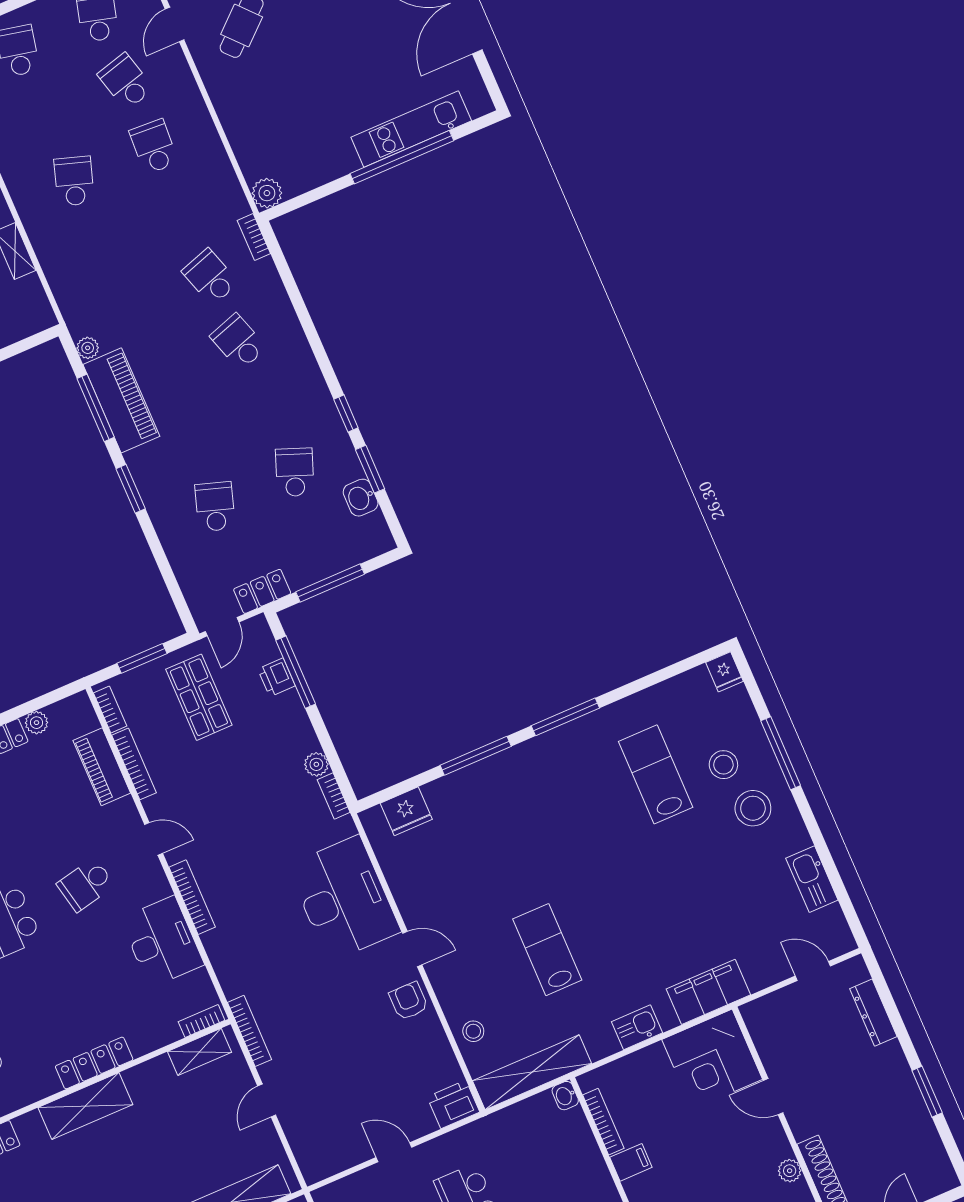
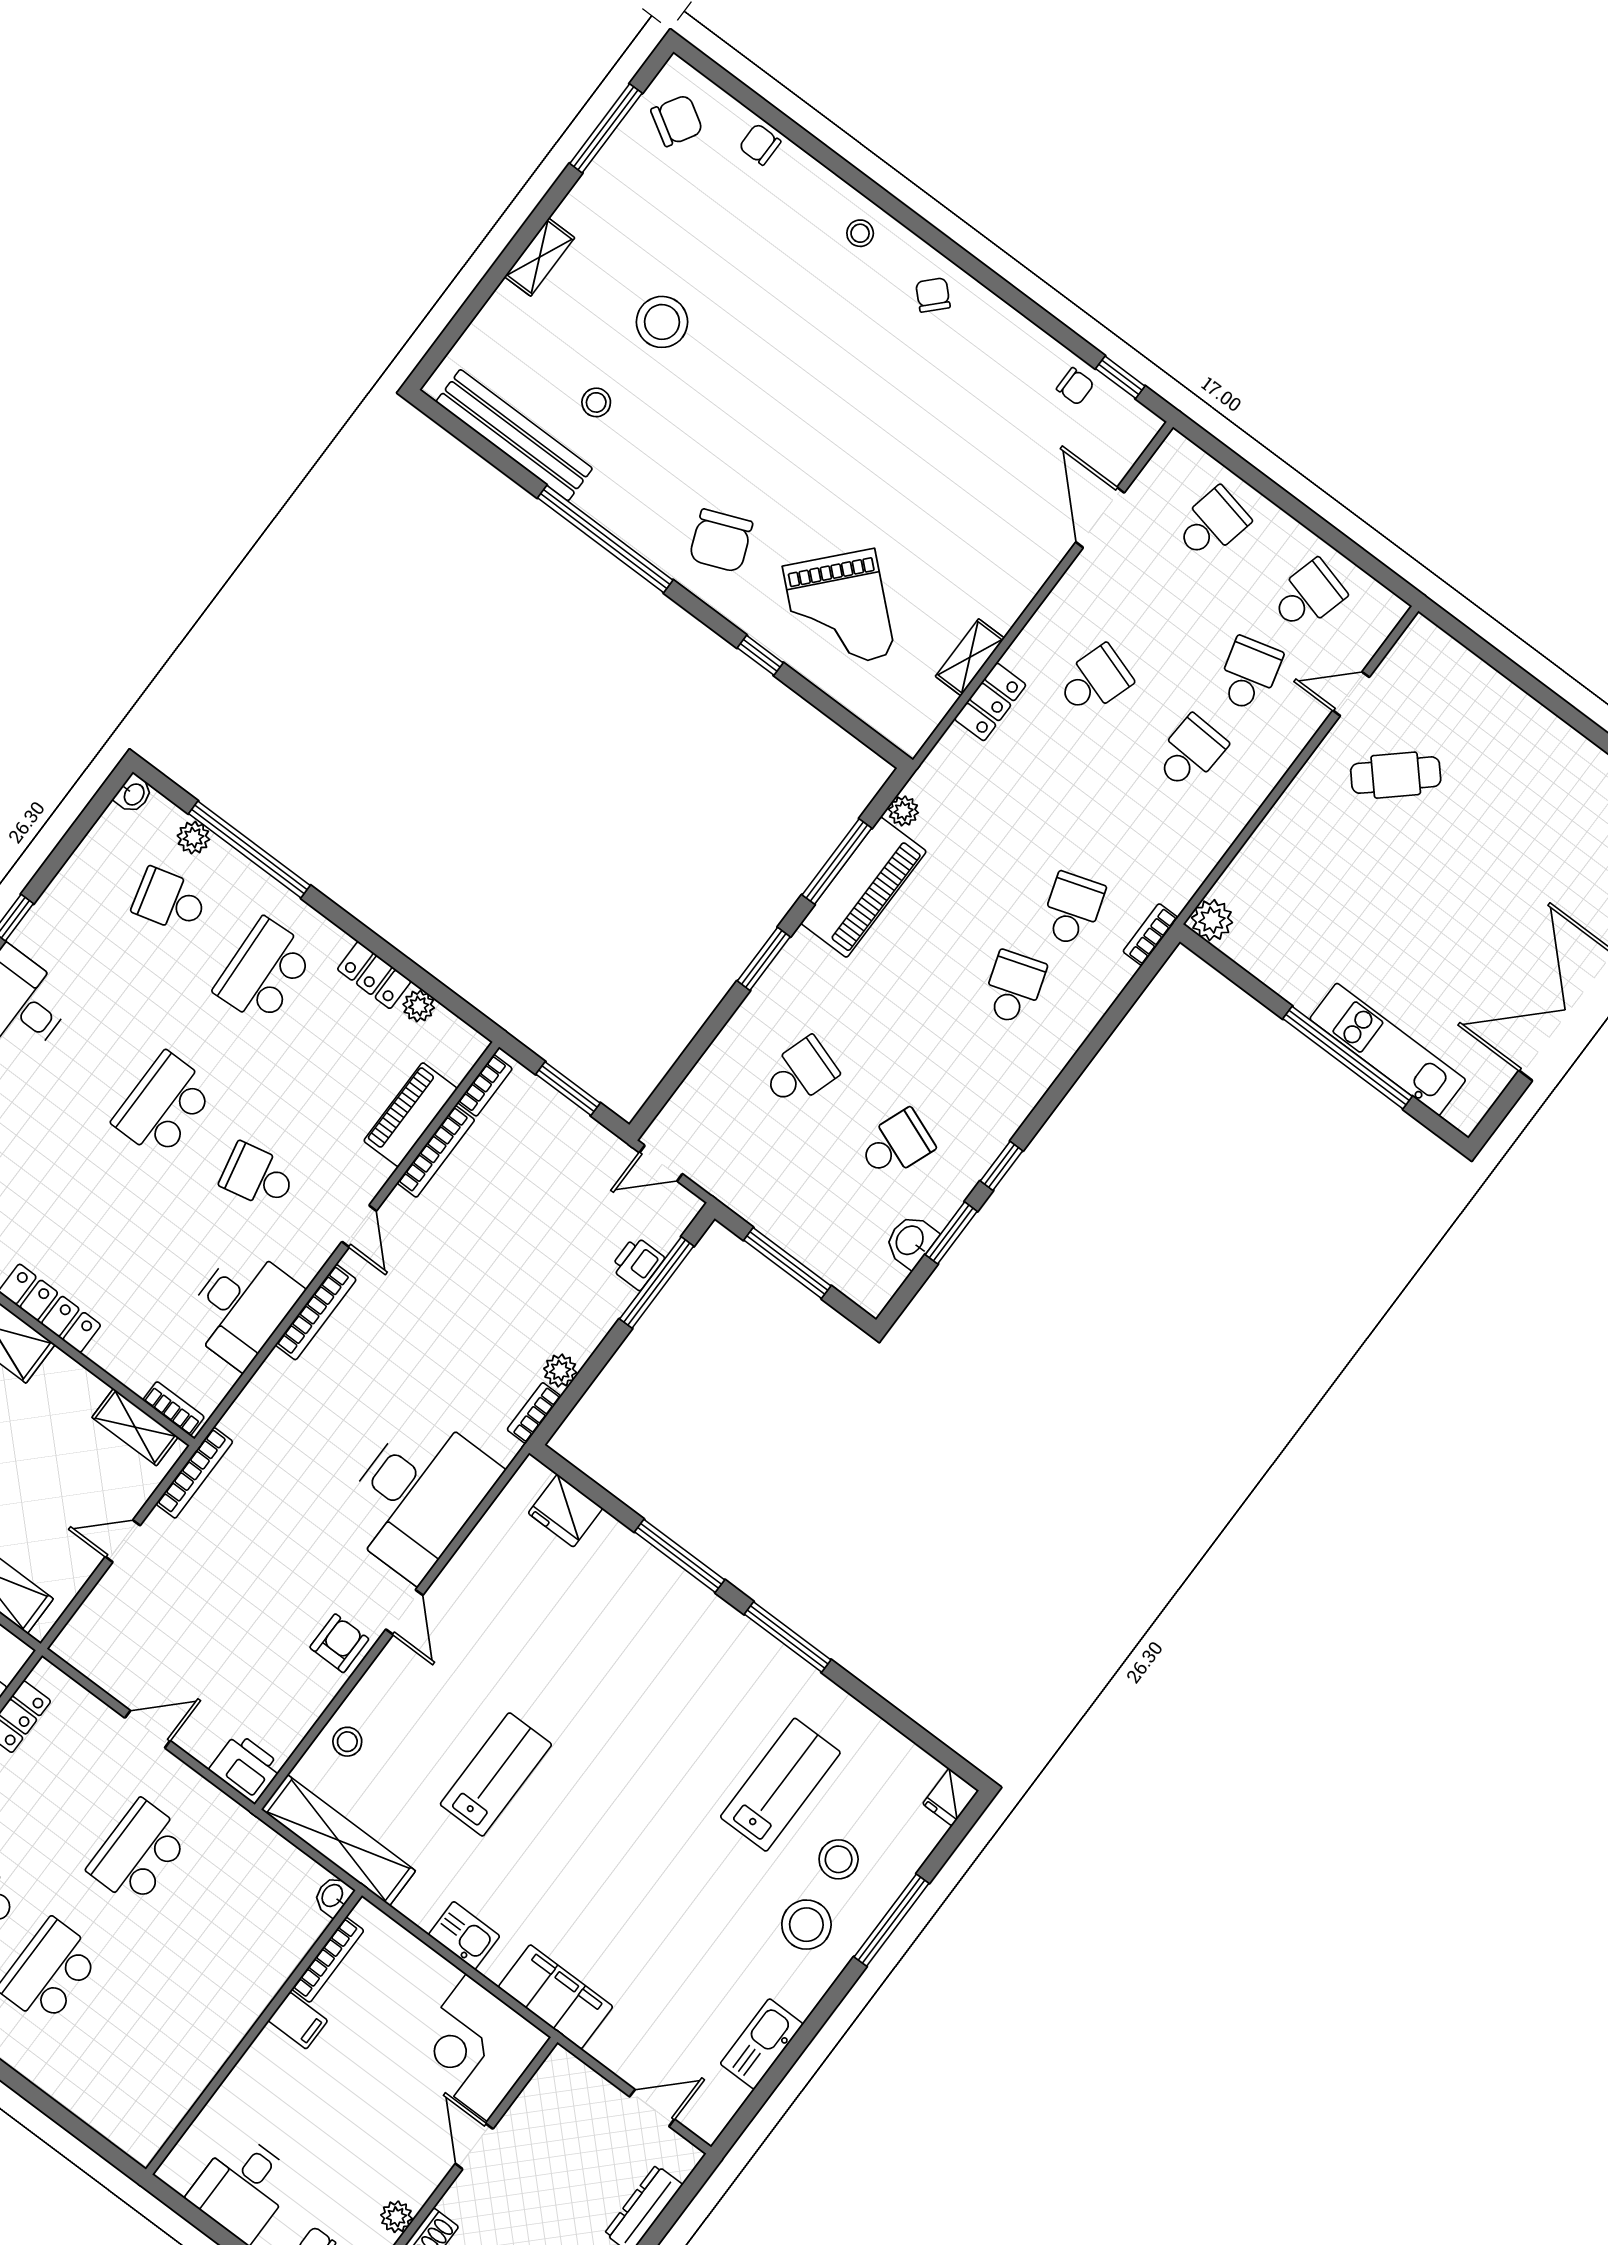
locker: (262, 591) -> (990, 702), moved, turned 90
shop shelf: (199, 697) -> (560, 1184), removed
door: (813, 971) -> (652, 2108), hinge flipped
door: (394, 1152) -> (148, 1729), hinge flipped

